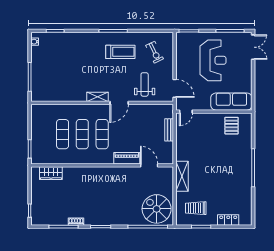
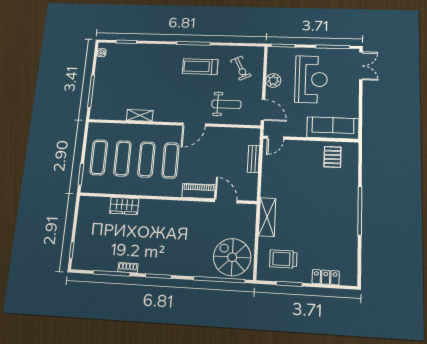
treadmill: (120, 52) -> (200, 67), turned 180
plant: (182, 62) -> (273, 80), added
weight bench: (145, 84) -> (226, 104), turned 90
shelving: (98, 97) -> (140, 115), moved
exercise mat: (43, 134) -> (99, 157), added
wardrobe: (51, 173) -> (124, 206), moved

